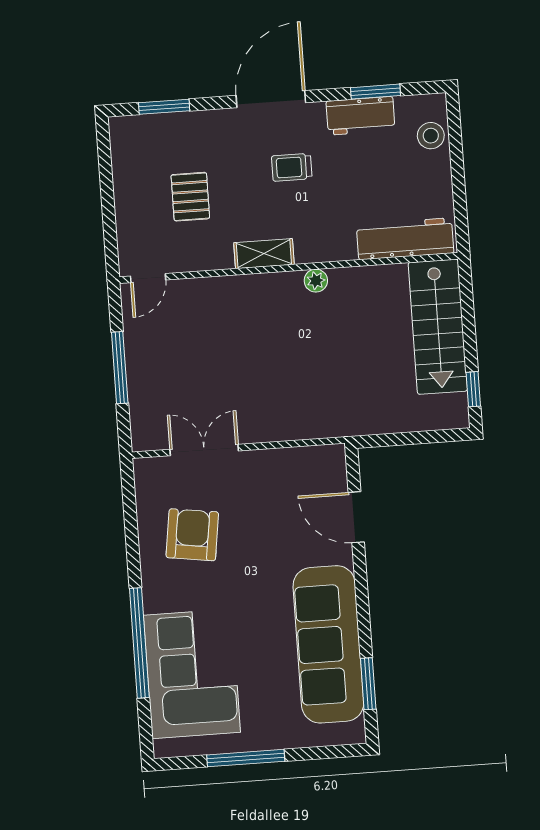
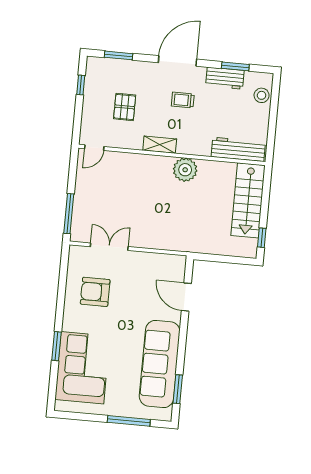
window: (106, 171) -> (81, 85), added
plant: (316, 281) -> (185, 170), width x1.88, depth x1.88
window: (120, 368) -> (69, 214), moved
armchair: (192, 535) -> (95, 292), turned -98
window: (139, 643) -> (56, 346), width x0.47
window: (246, 758) -> (129, 421), moved

